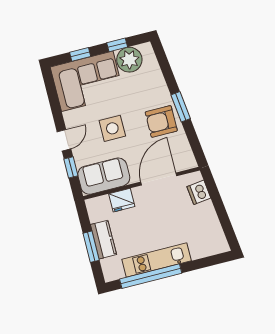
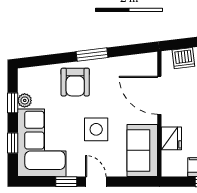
plant: (129, 60) -> (25, 100), width x0.53, depth x0.53
armchair: (161, 121) -> (75, 82), moved
window: (71, 167) -> (66, 182), moved

